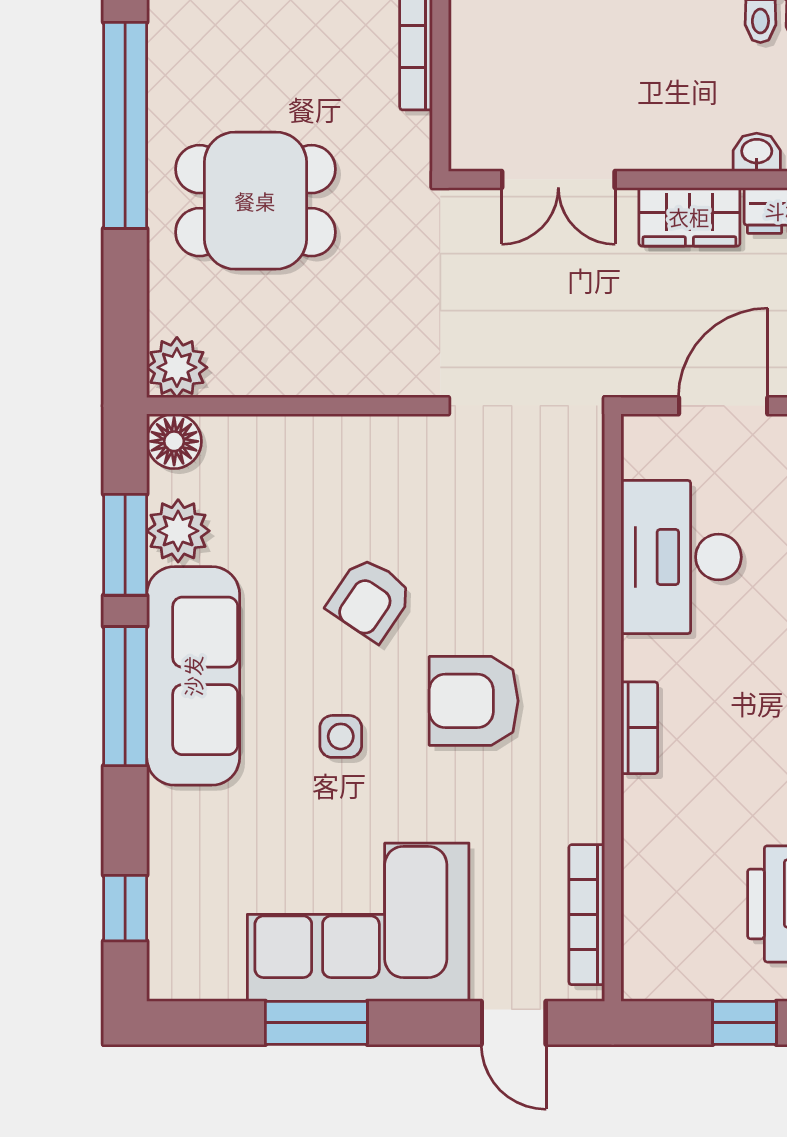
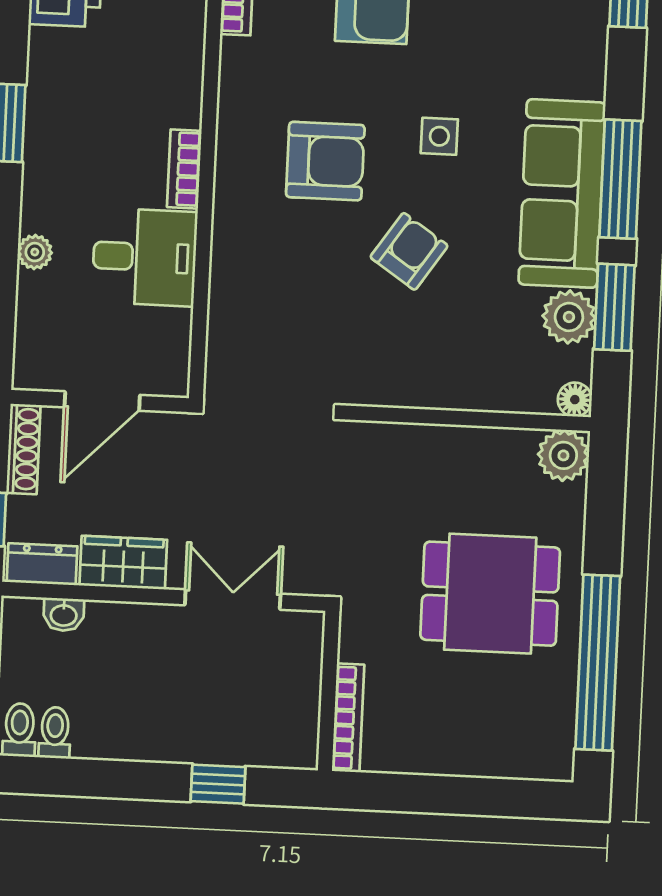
floor lamp: (174, 441) -> (575, 400), width x0.73, depth x0.73
desk: (681, 557) -> (145, 257), width x0.73
bookcase: (639, 728) -> (184, 169), moved

